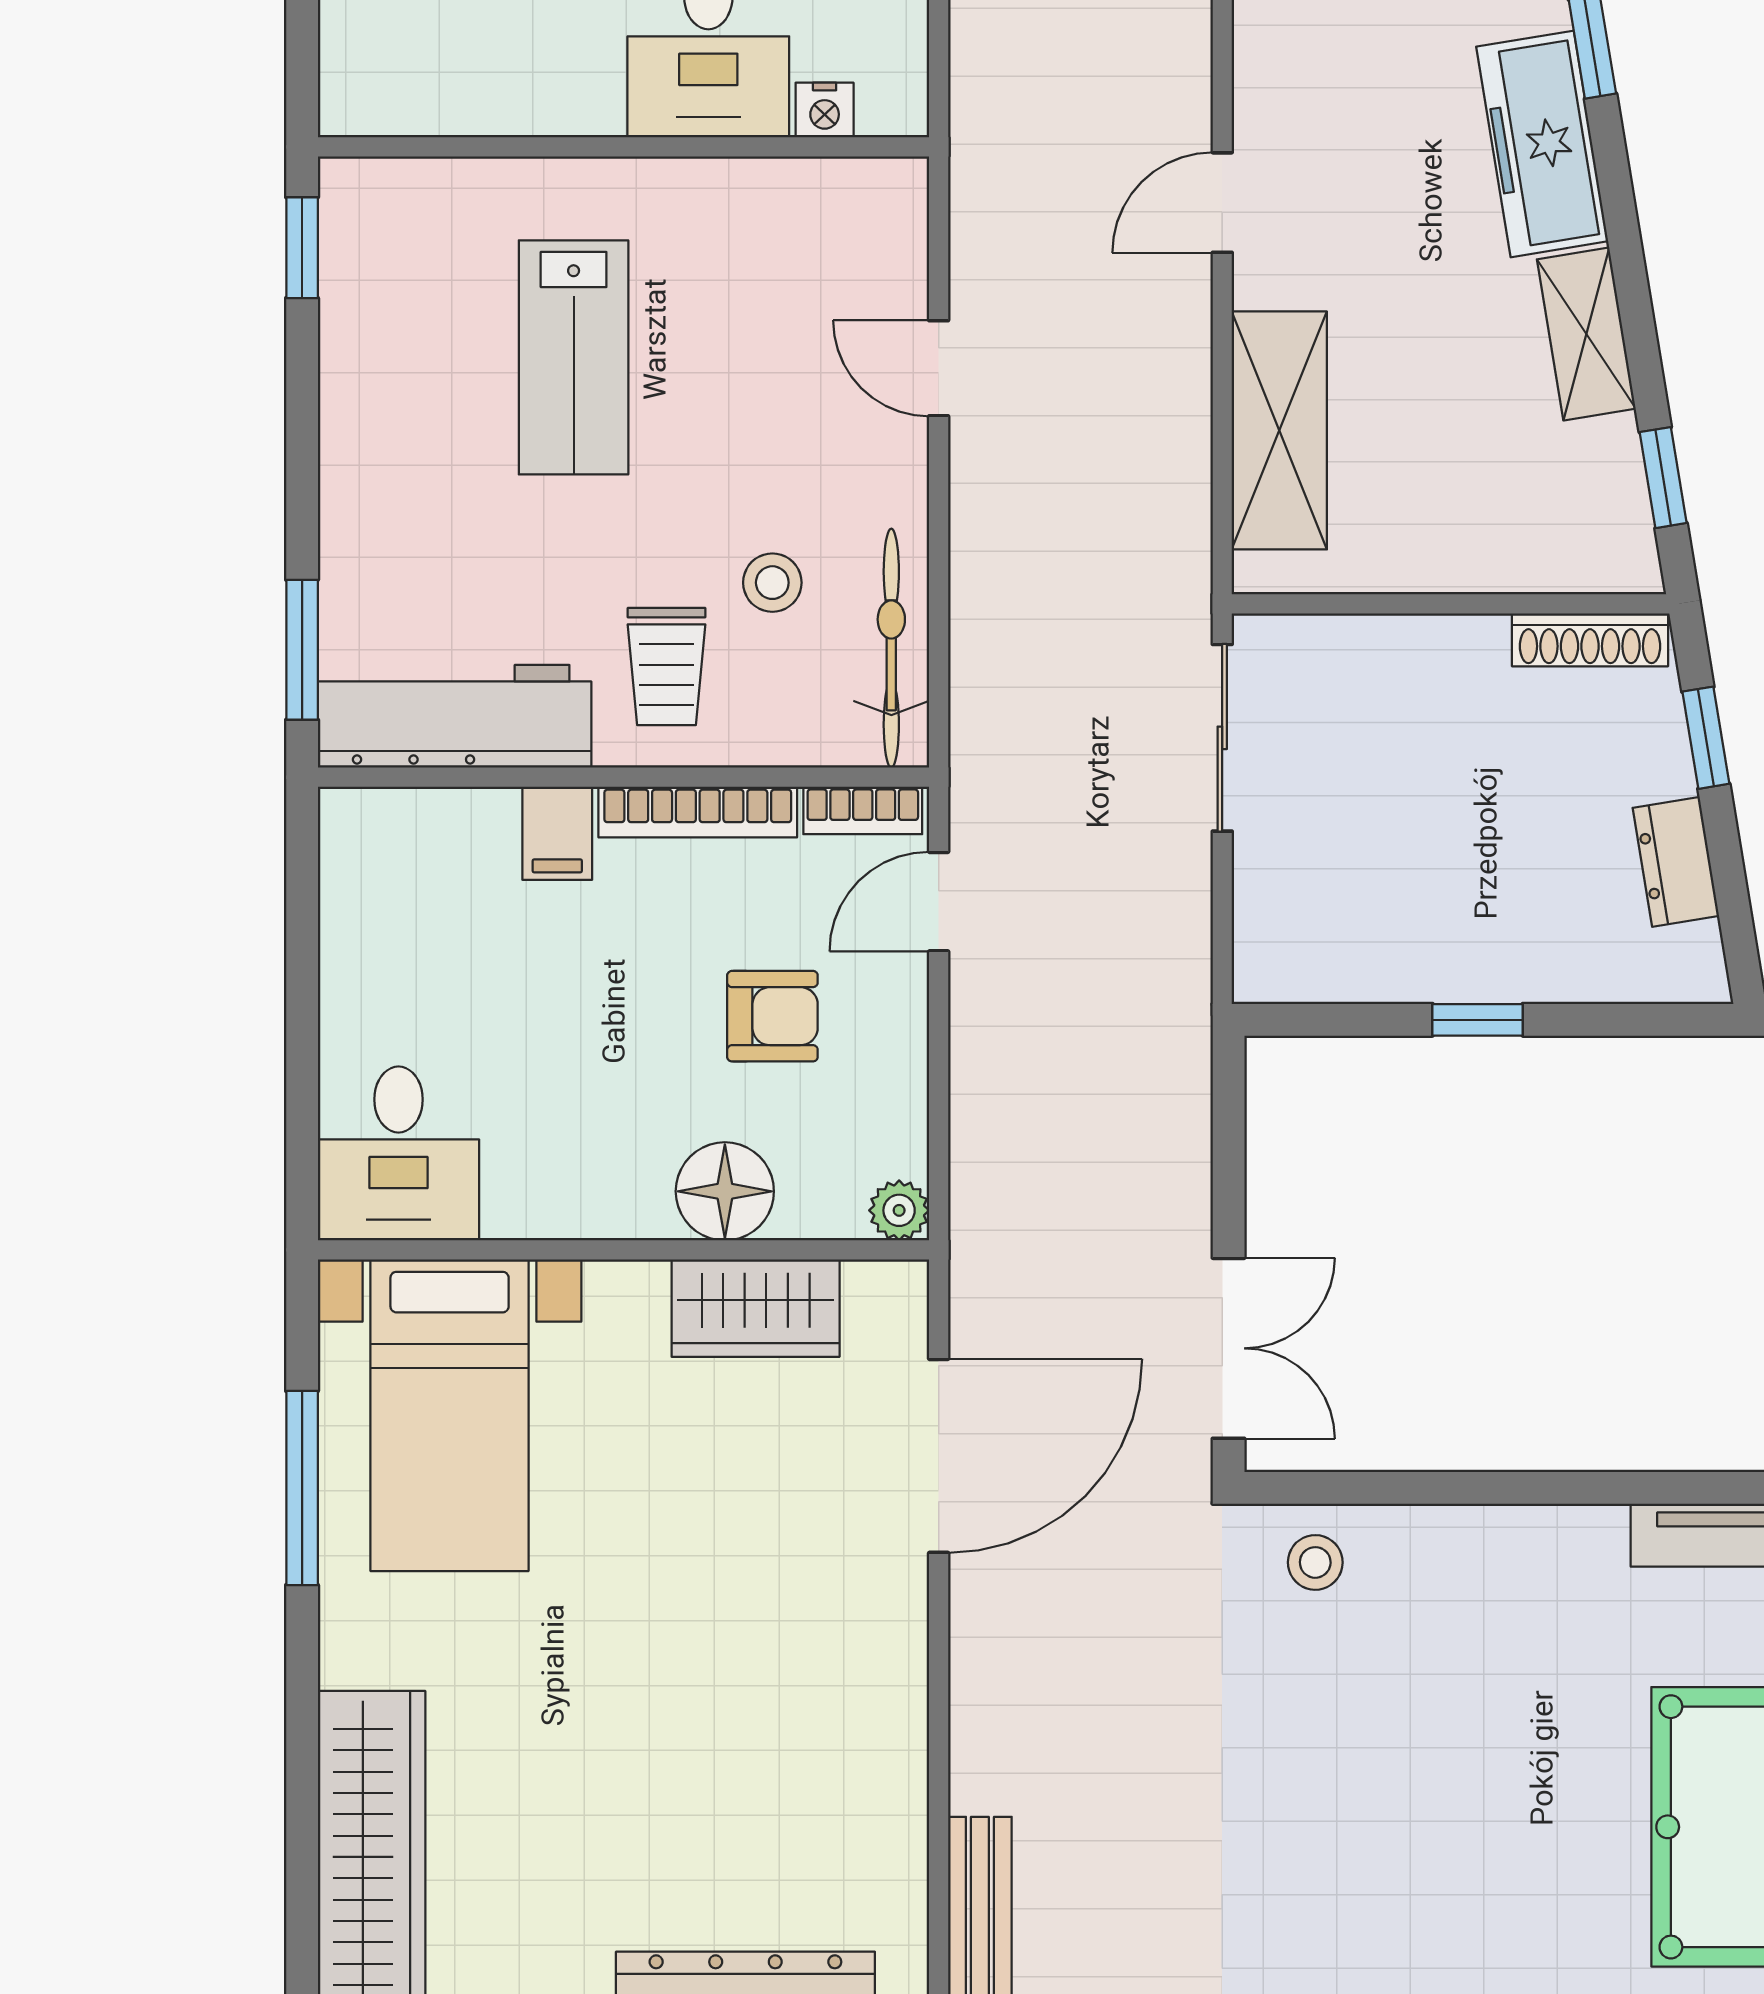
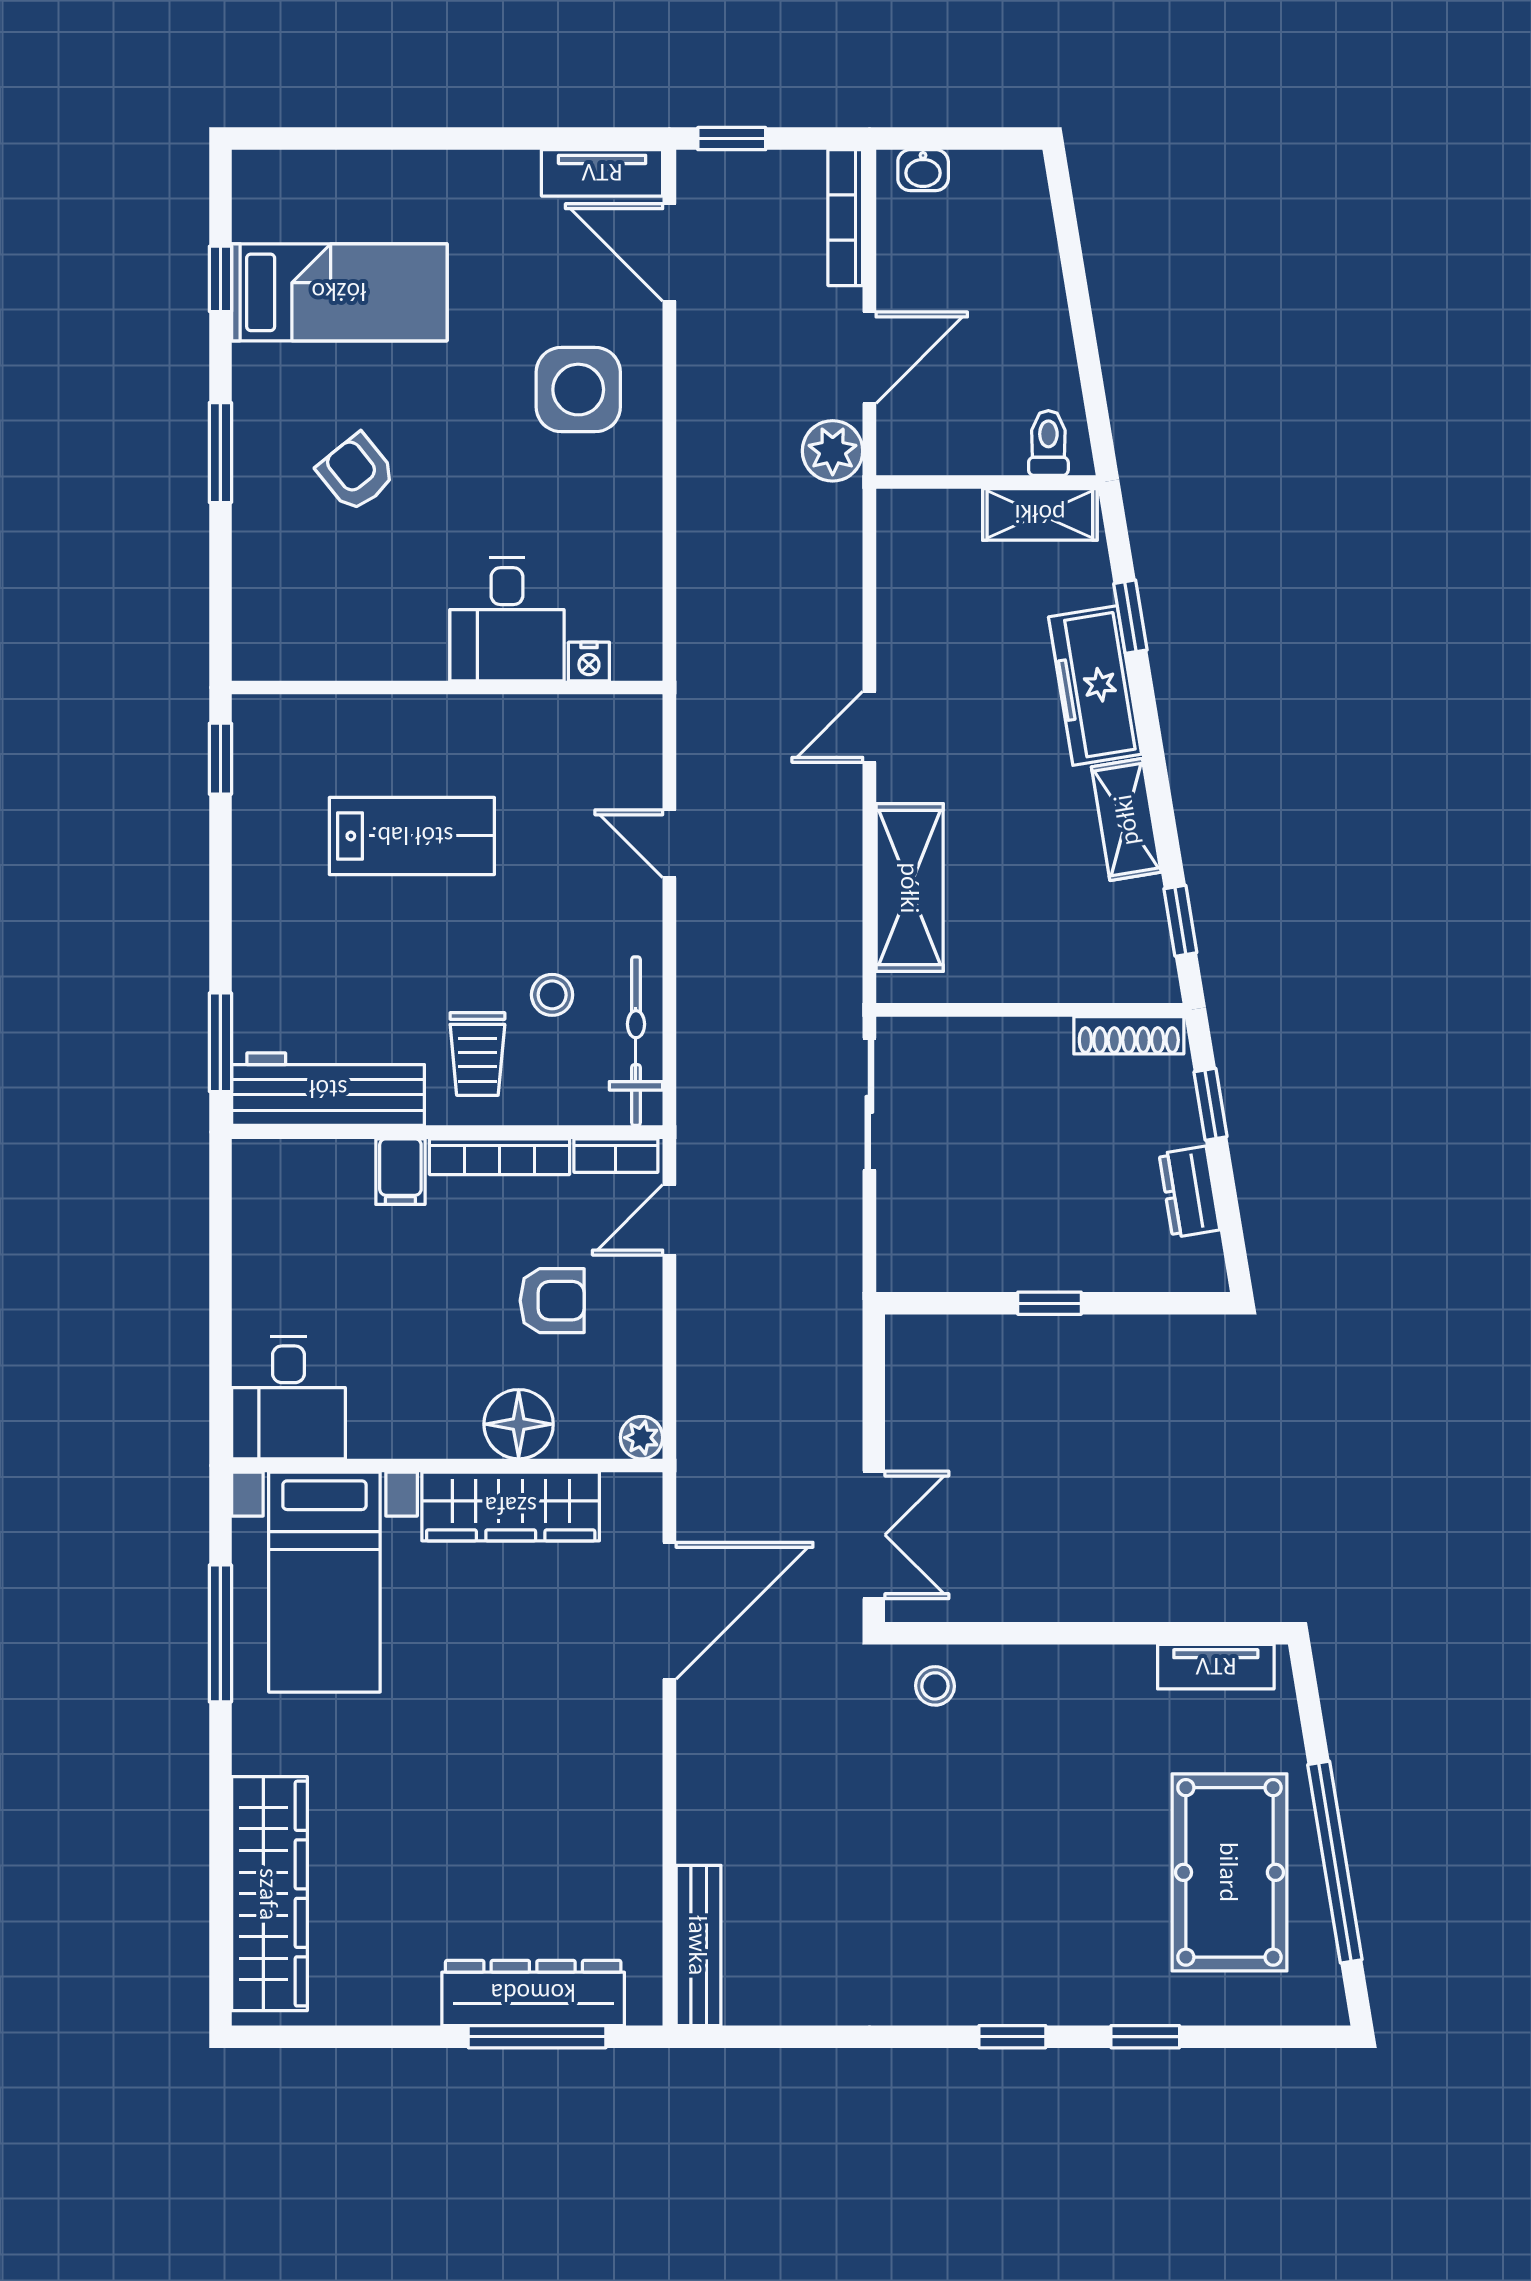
lab bench: (574, 357) -> (412, 836), turned -90
wardrobe: (756, 1308) -> (511, 1506), width x1.50

